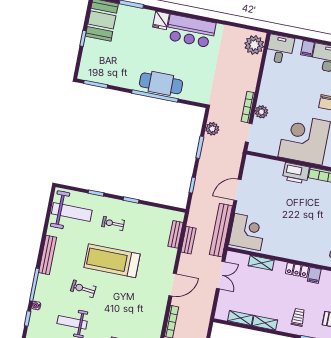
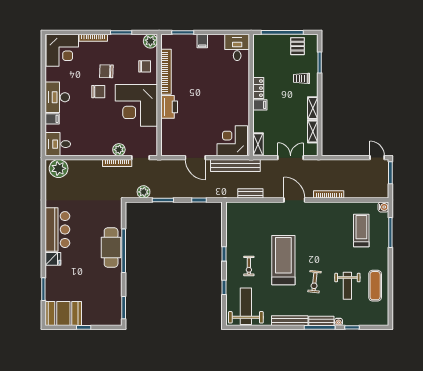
bench: (175, 234) -> (321, 321), moved
treadmill: (112, 261) -> (283, 260), turned 180
shelving: (261, 263) -> (258, 144), moved
double door: (221, 275) -> (291, 158), moved
filing cabinet: (314, 275) -> (260, 105), moved

